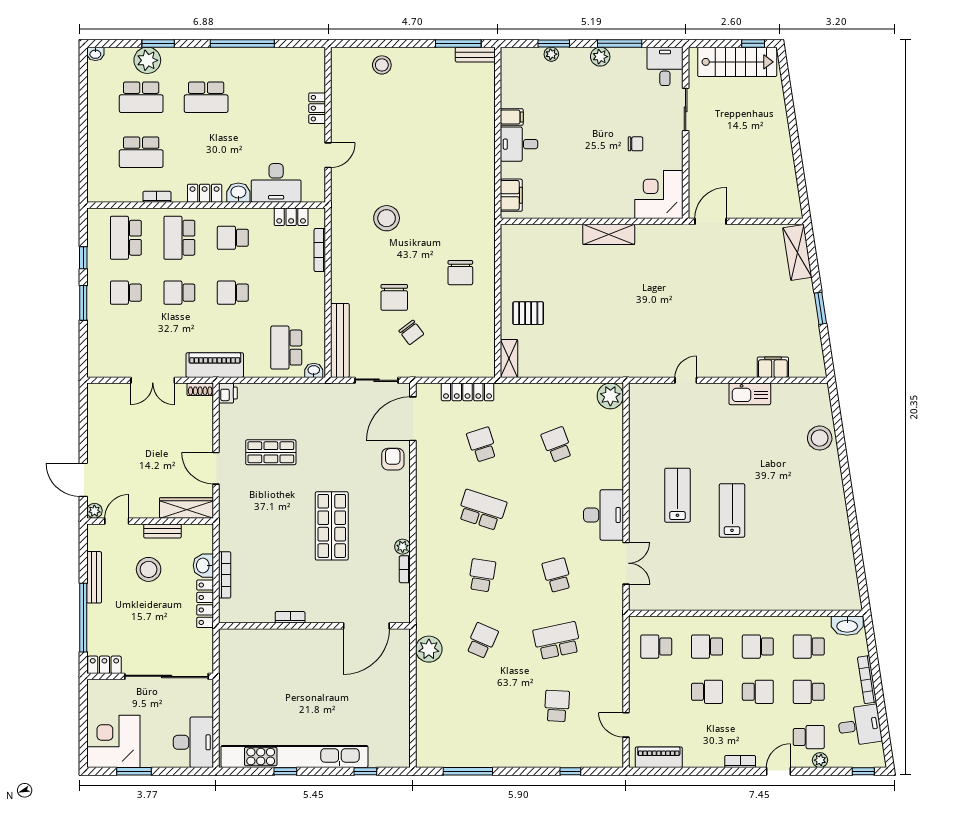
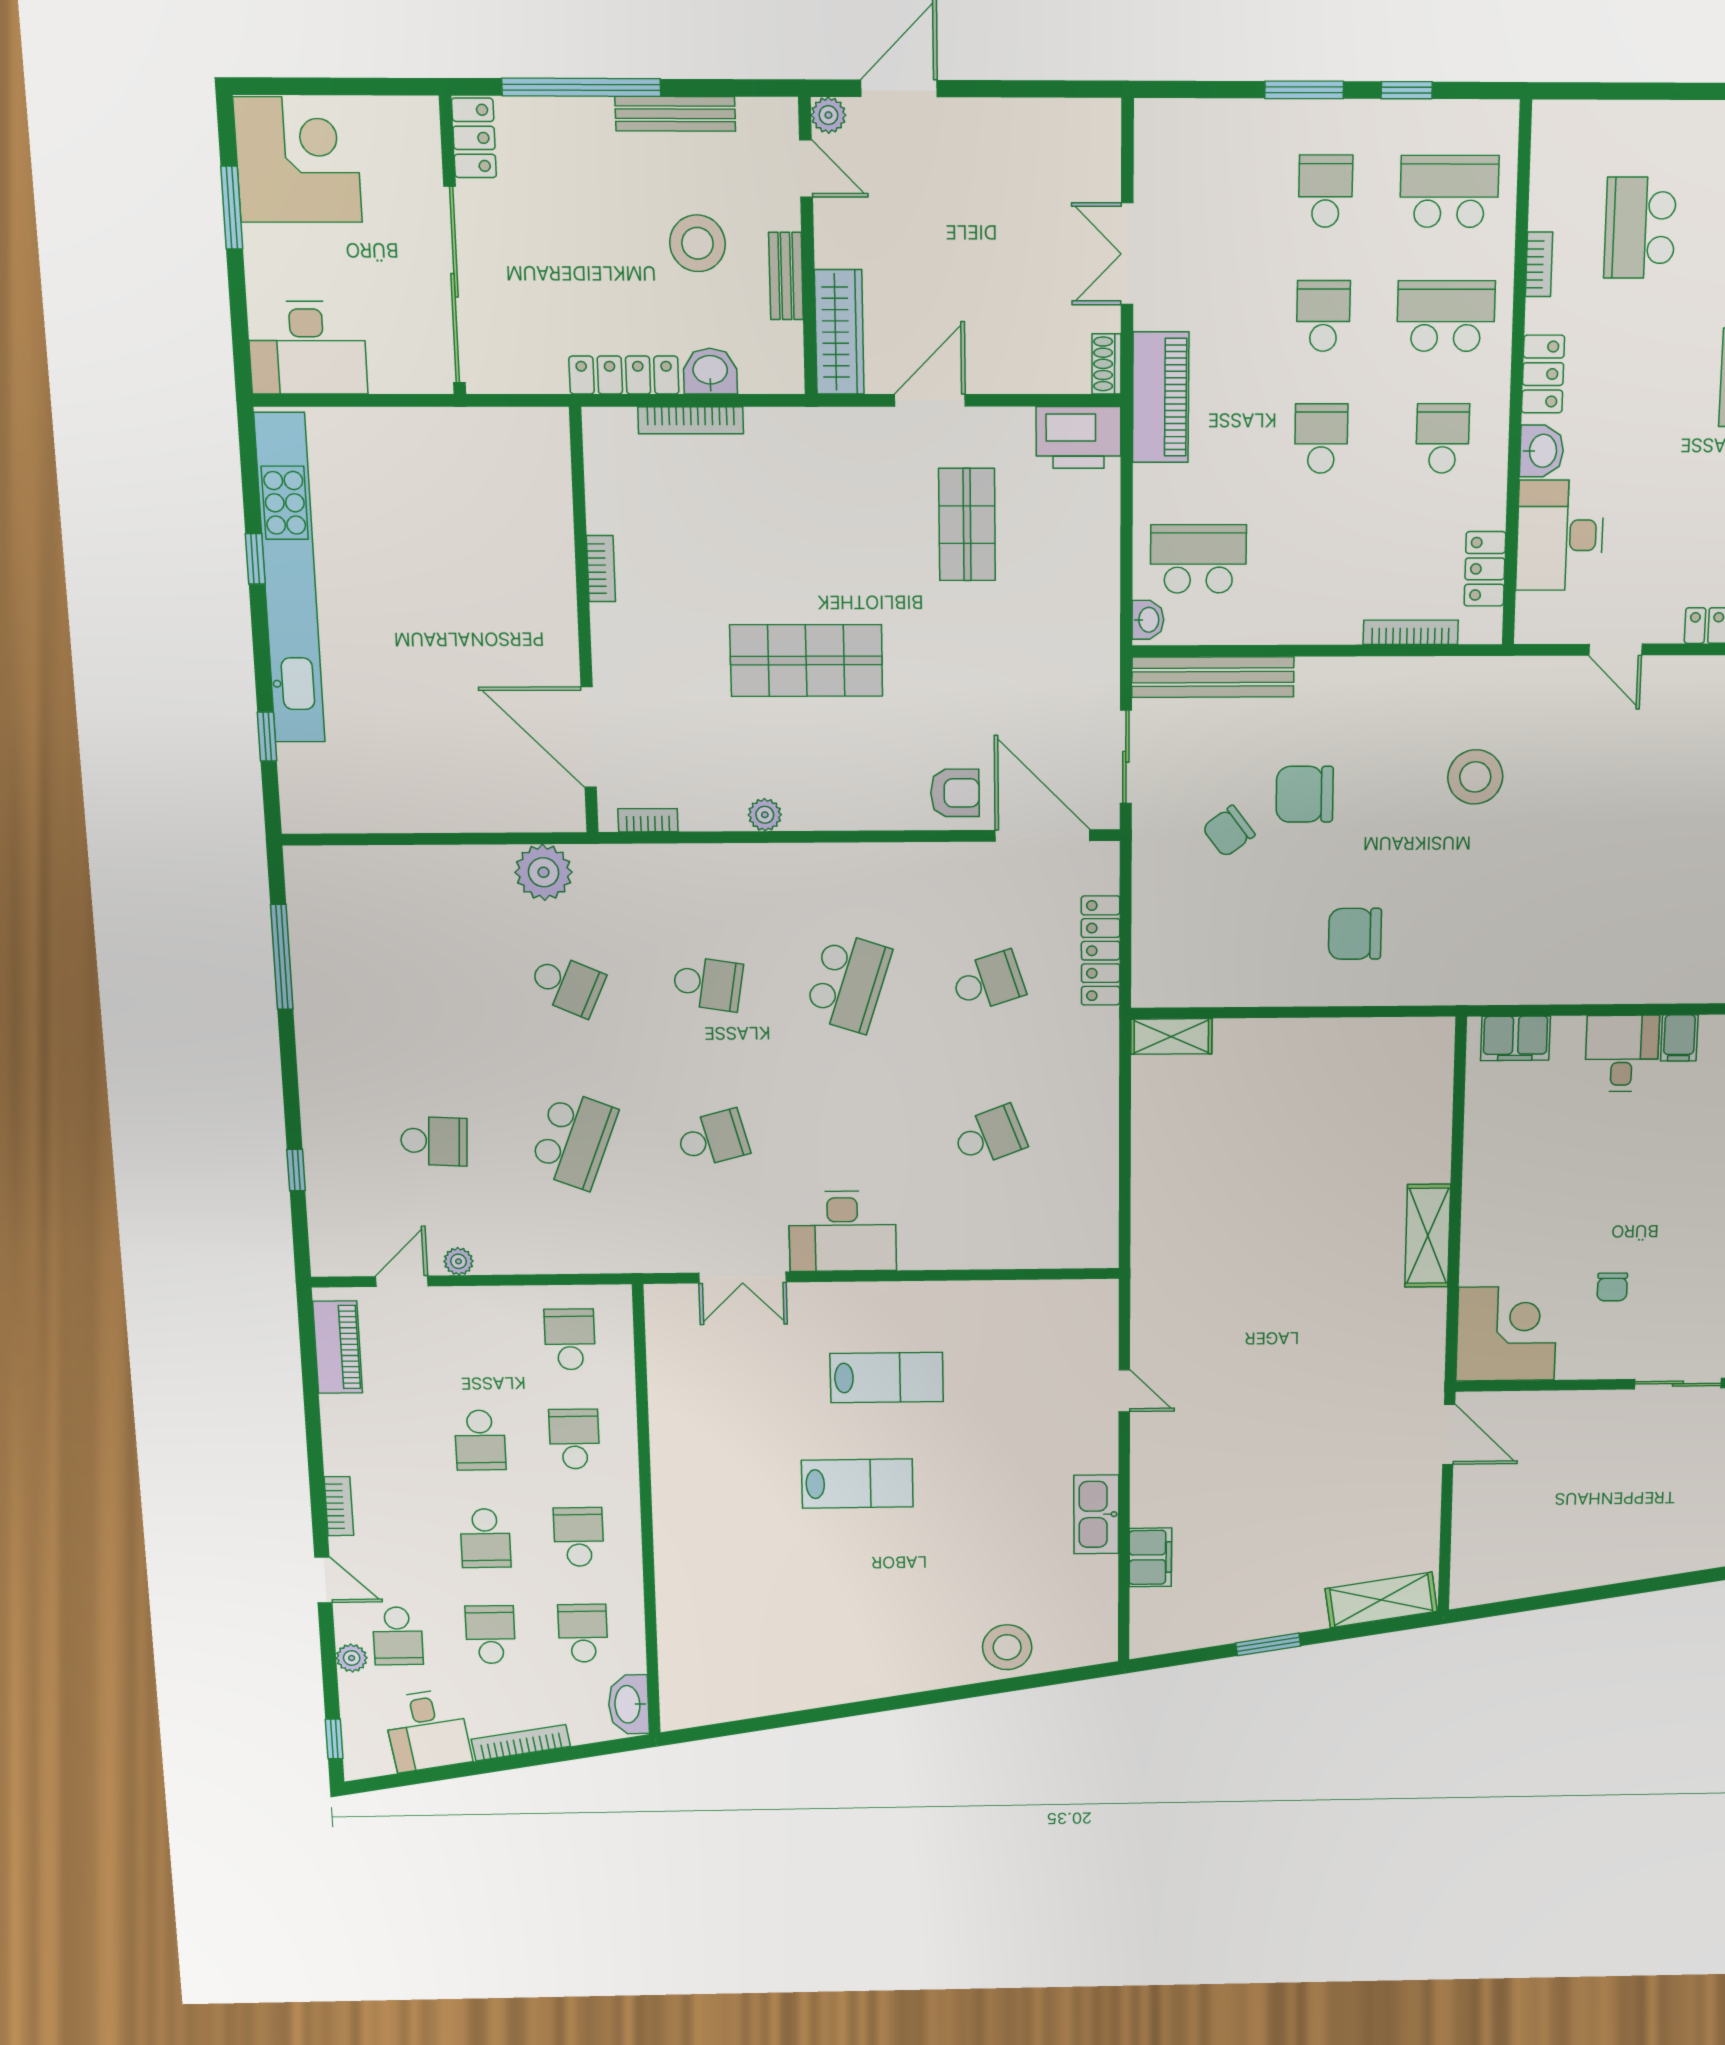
pallet: (528, 313) -> (1267, 1075), removed
printer: (228, 393) -> (1078, 438), width x1.87, depth x1.48
plant: (610, 396) -> (458, 1261), moved, width x0.53, depth x0.53
bookcase: (405, 569) -> (648, 820), moved
school desk: (557, 641) -> (574, 1140), turned 33

